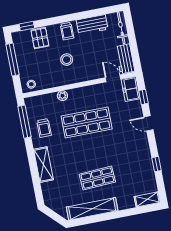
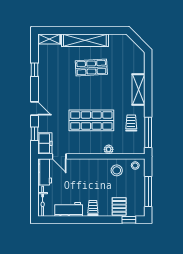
stool: (67, 60) -> (117, 170), moved
shelving: (92, 209) -> (85, 40), moved

